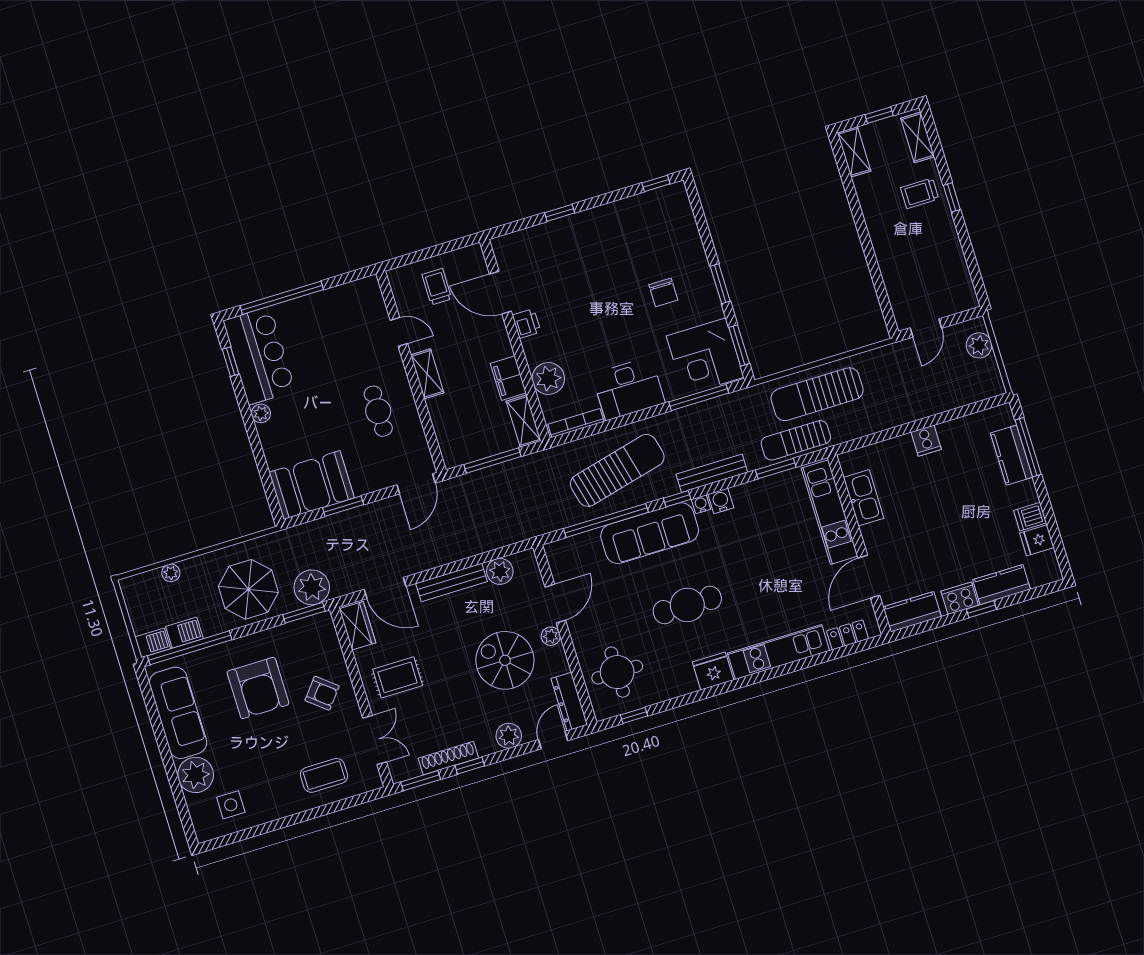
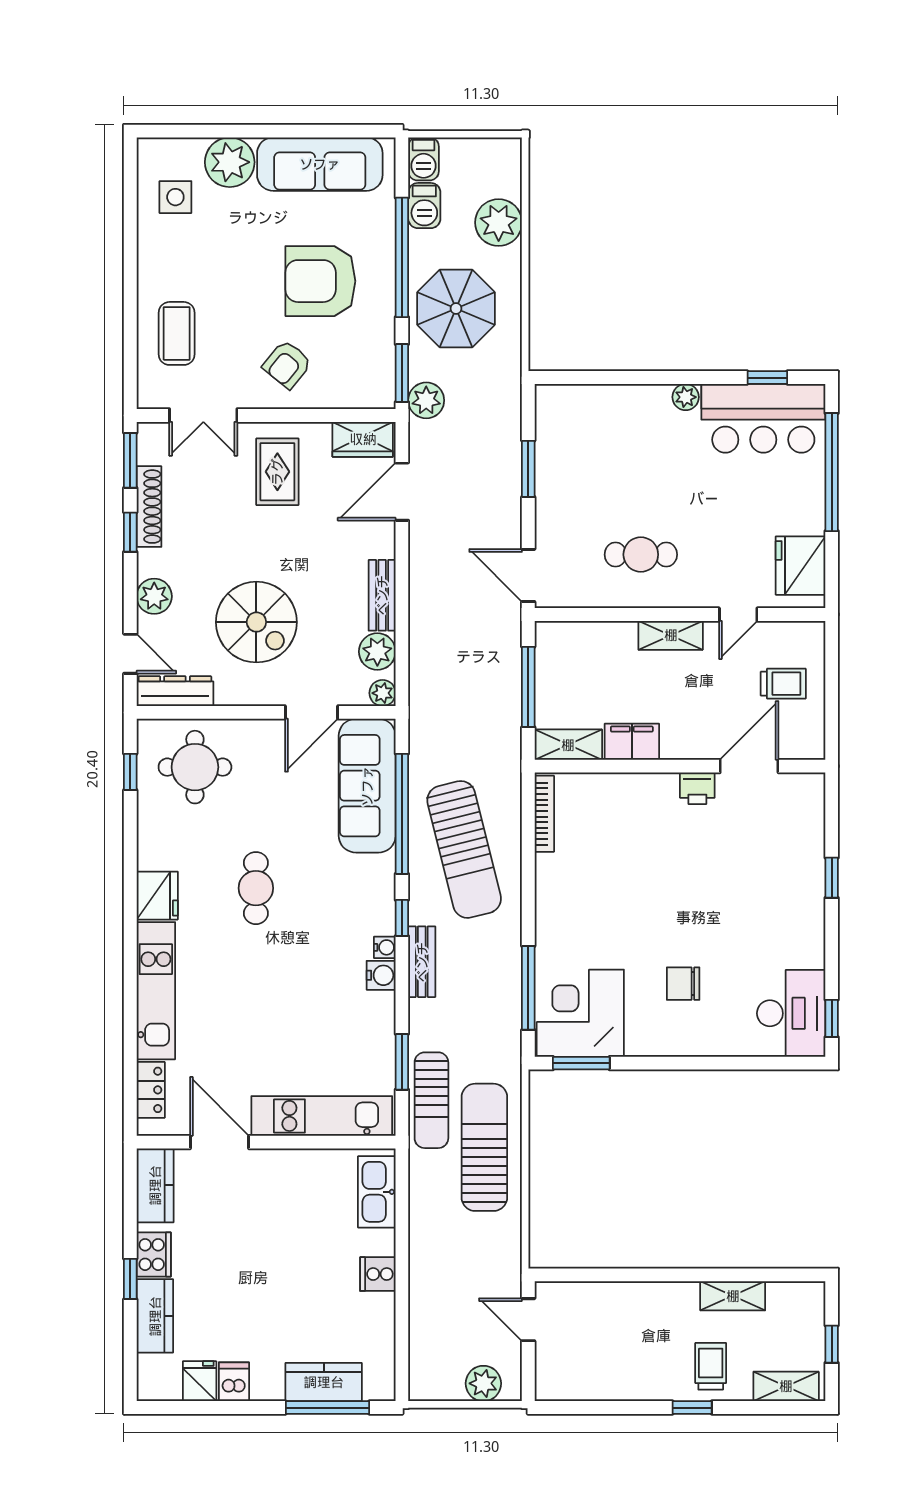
shelving: (854, 152) -> (733, 1296), moved
window: (720, 284) -> (671, 1063), removed
fridge: (352, 299) -> (801, 566), added
plant: (548, 378) -> (615, 795), removed
desk: (628, 389) -> (791, 1013), moved, turned 180
sun lounger: (796, 440) -> (431, 1100), turned 180
bench: (712, 473) -> (422, 962), width x0.73
booth: (312, 485) -> (569, 436), removed
kitchen sink: (864, 498) -> (377, 1192), moved, turned 90
sofa: (650, 533) -> (367, 786), moved
plant: (171, 573) -> (499, 223), width x1.88, depth x1.88
bench: (452, 583) -> (382, 595), width x0.73
plant: (312, 587) -> (426, 400), width x0.73, depth x0.73
door: (555, 604) -> (312, 712), hinge flipped
cafe table: (687, 605) -> (256, 888), width x0.73, depth x0.74
plant: (551, 636) -> (383, 693), moved
window: (190, 648) -> (402, 257), moved
spiral stairs: (505, 660) -> (256, 622), turned 90

